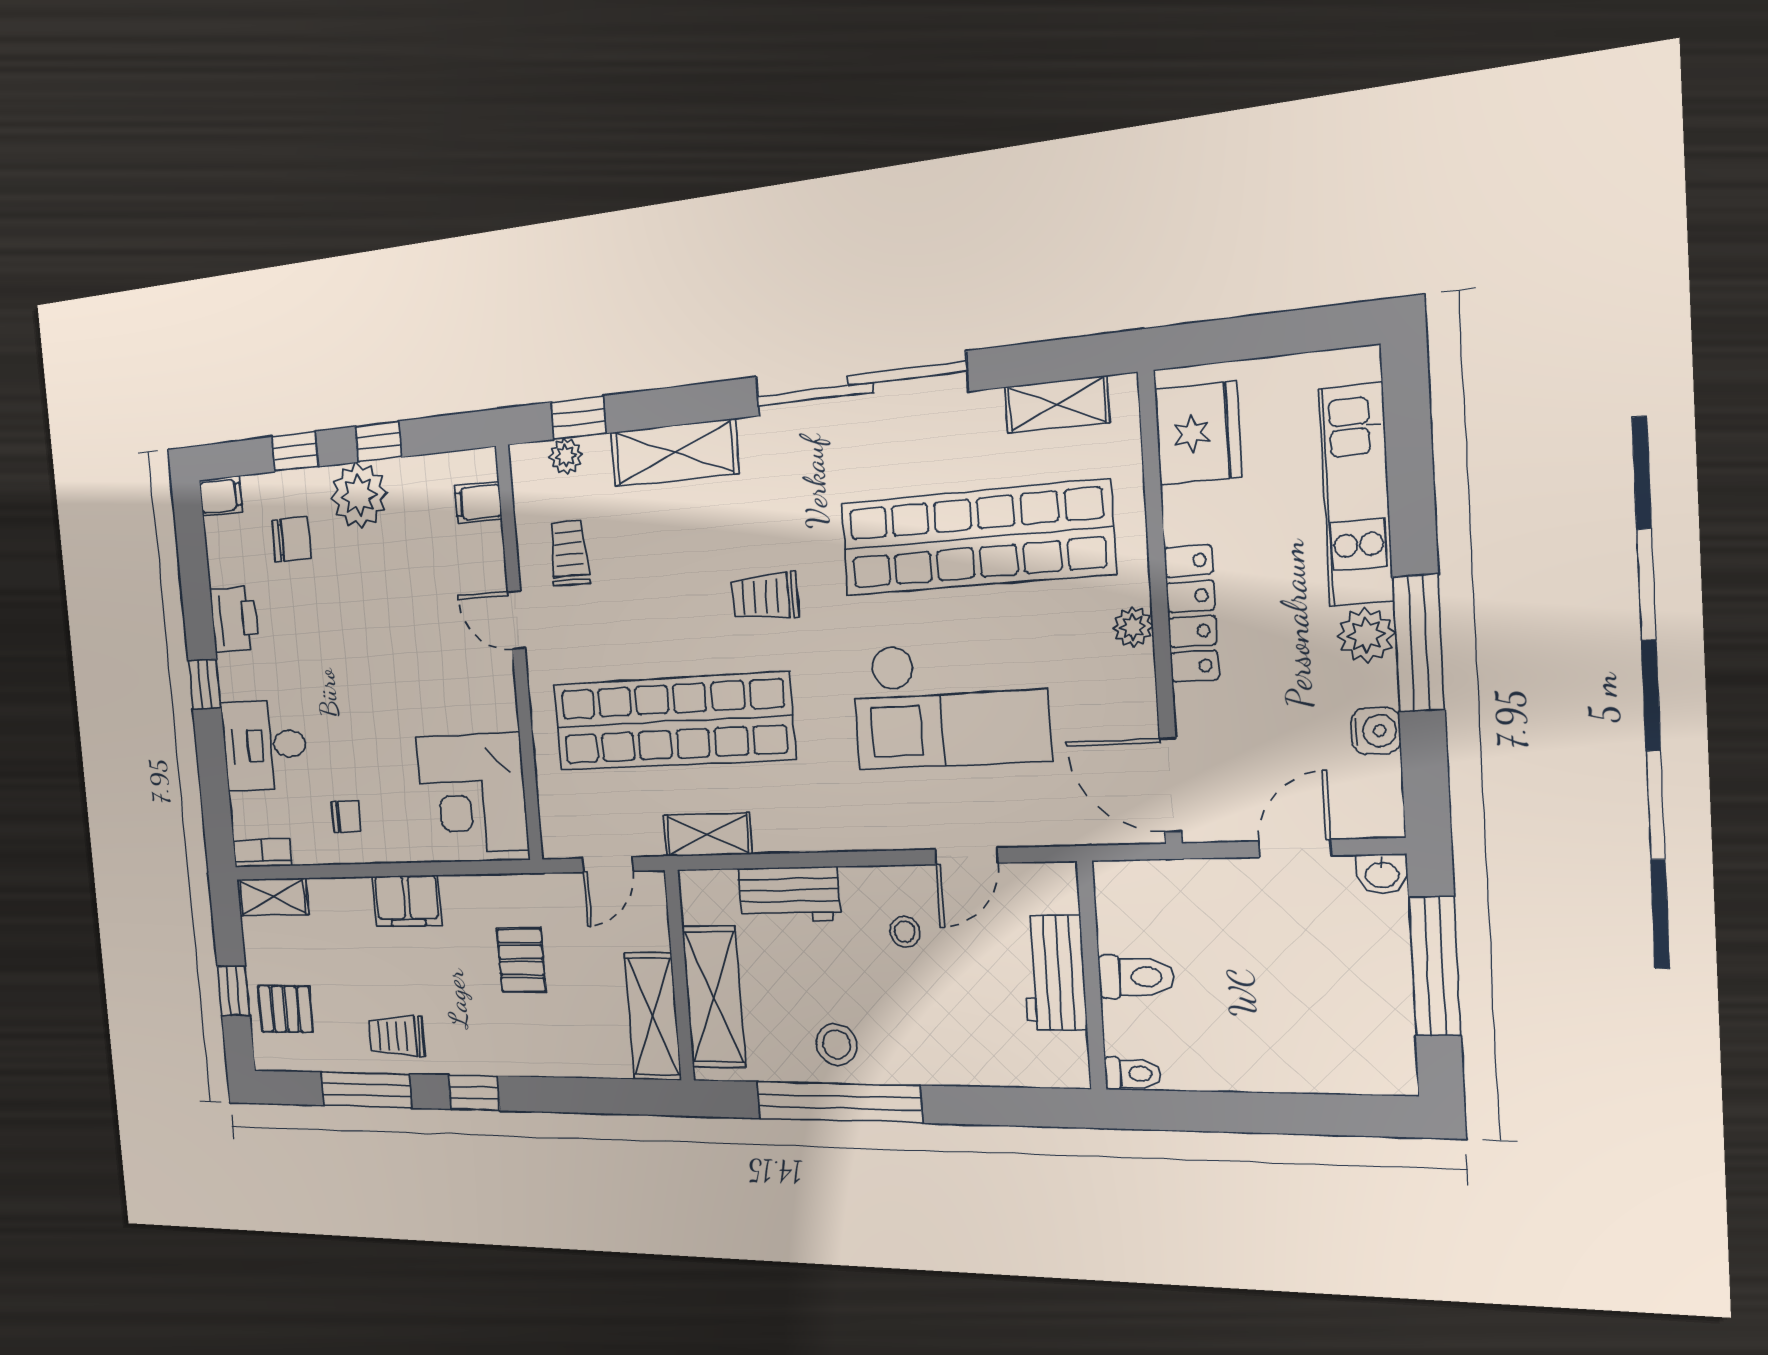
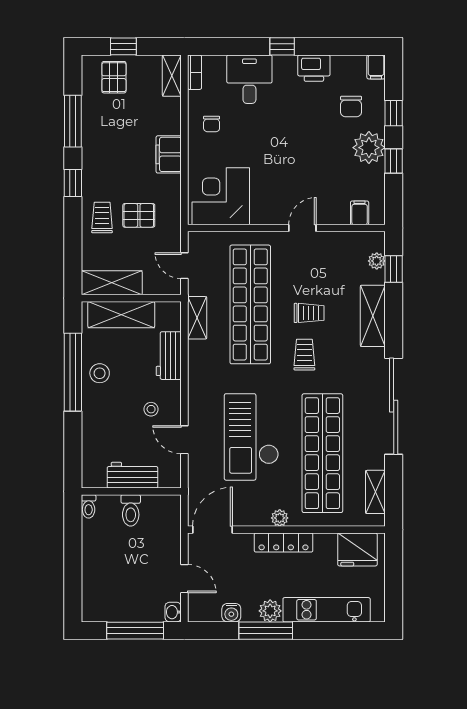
trolley: (569, 553) -> (309, 313), moved
trolley: (396, 1036) -> (102, 218), moved

